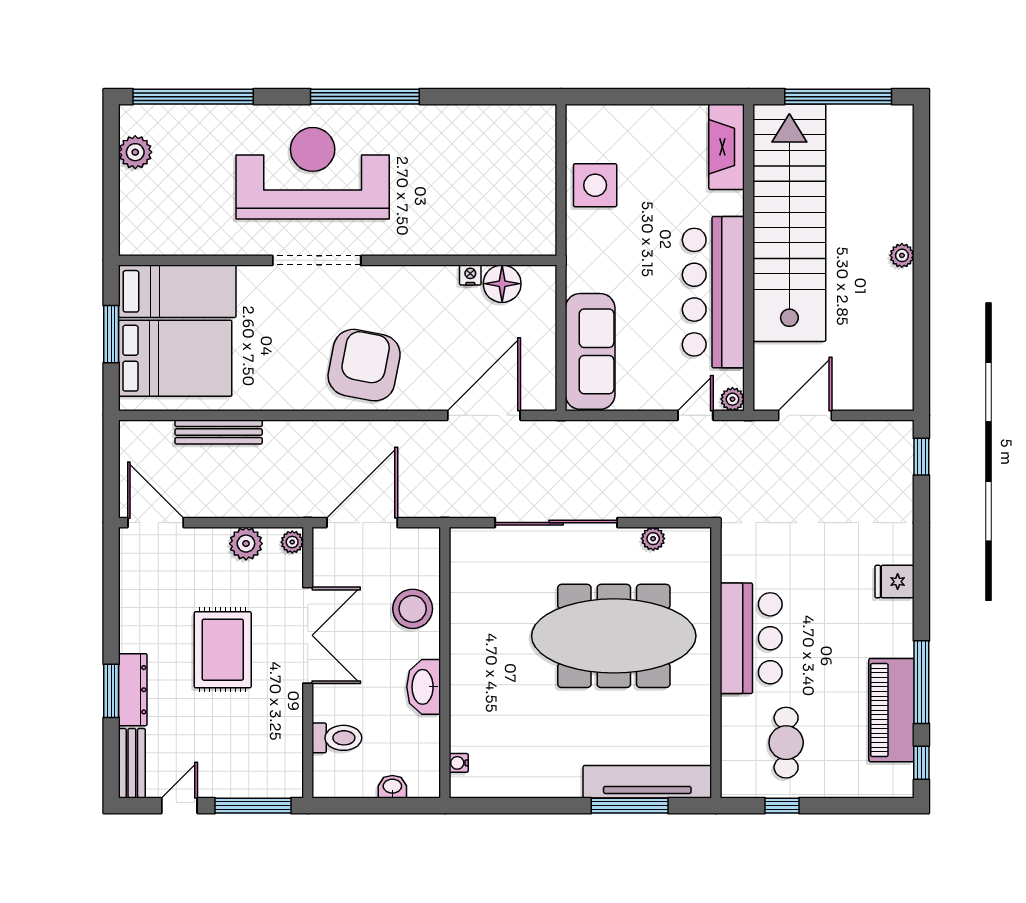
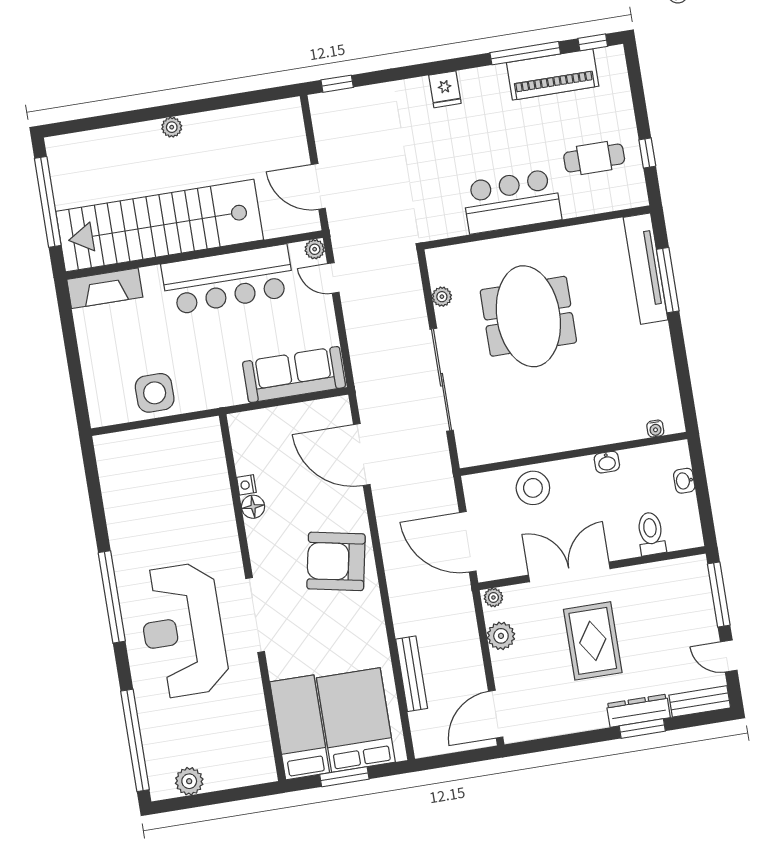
floor lamp: (502, 284) -> (253, 507), moved, width x0.73, depth x0.73
meeting table: (614, 636) -> (528, 316), width x0.73
rug: (223, 650) -> (593, 641), turned 90
washbasin: (424, 687) -> (607, 462), width x0.52, depth x0.69

